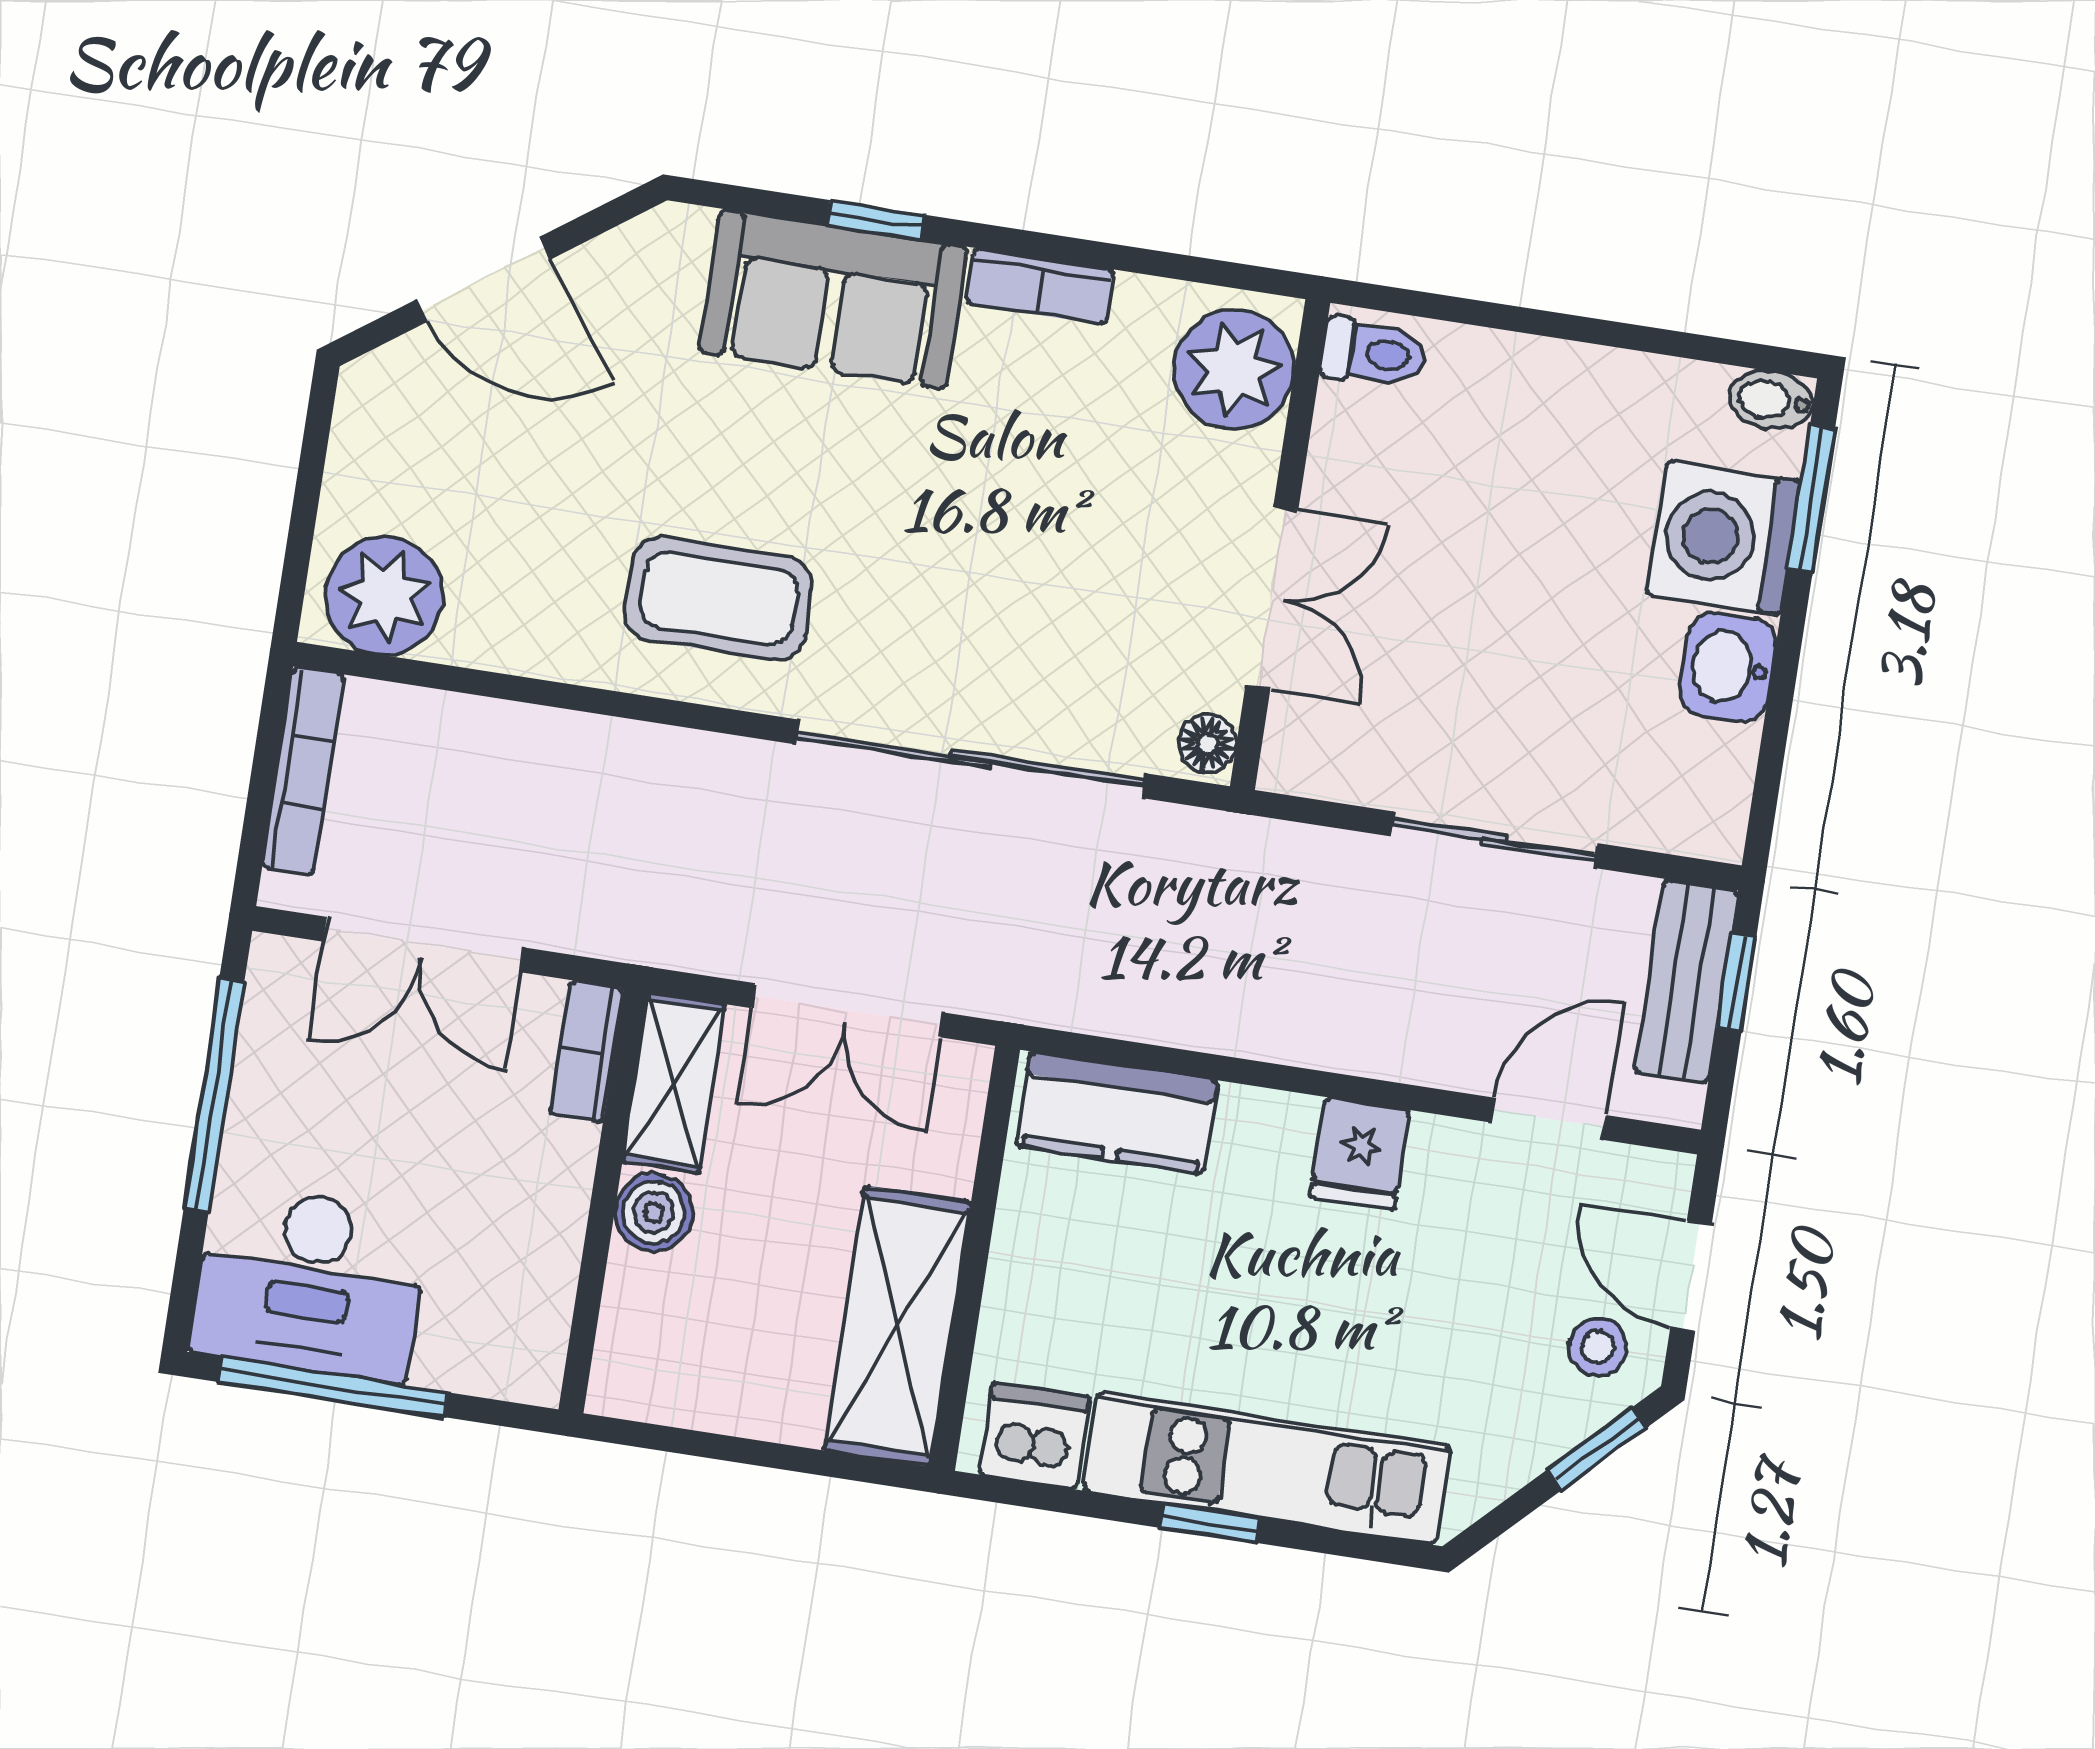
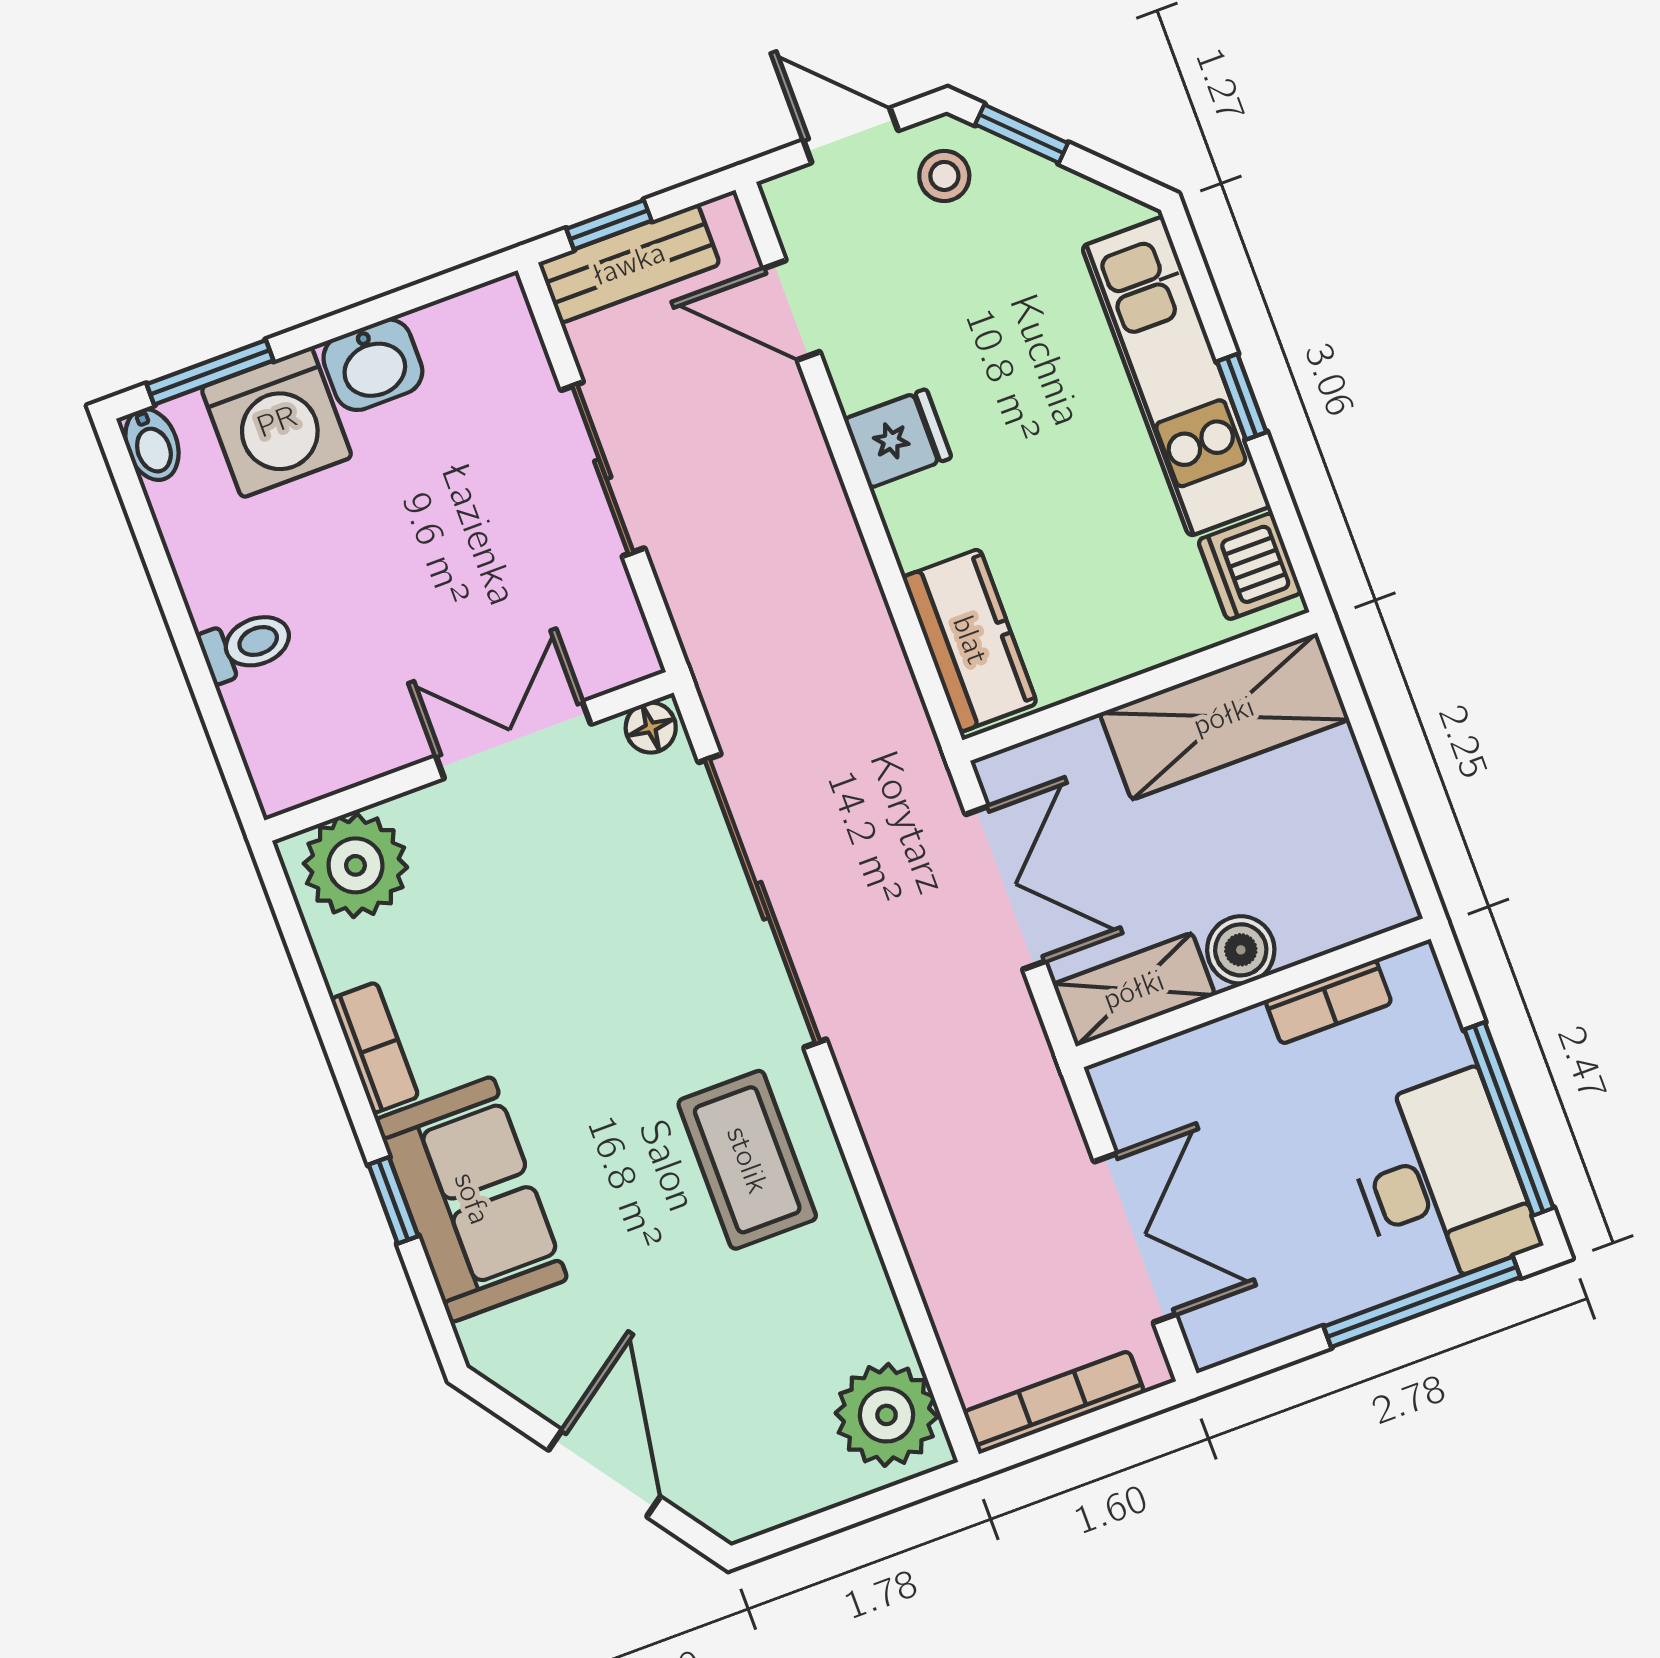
toilet: (1374, 353) -> (247, 645), moved, turned 90
bookcase: (586, 1052) -> (1328, 1002), moved
window: (214, 1095) -> (1422, 1302), moved
door: (1691, 1276) -> (851, 135), swing flipped

